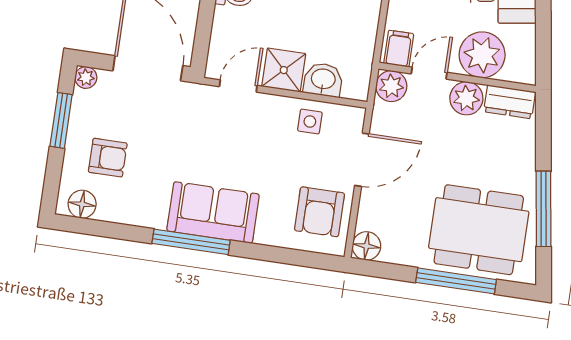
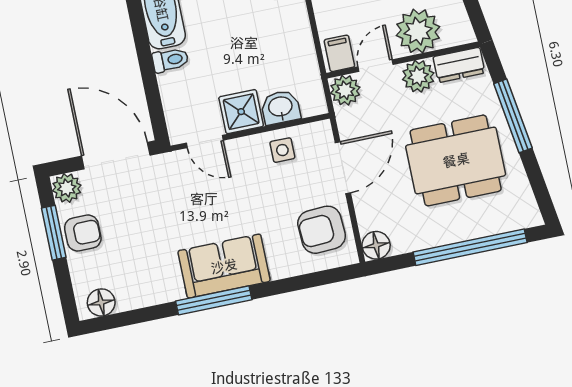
plant: (86, 77) -> (67, 188), width x1.38, depth x1.38
door: (238, 86) -> (205, 142), swing flipped
armchair: (108, 158) -> (83, 233), moved
window: (544, 209) -> (513, 116), moved
armchair: (319, 212) -> (322, 230), turned 87
dining table: (479, 230) -> (456, 160), moved
window: (456, 281) -> (470, 247), width x1.46

